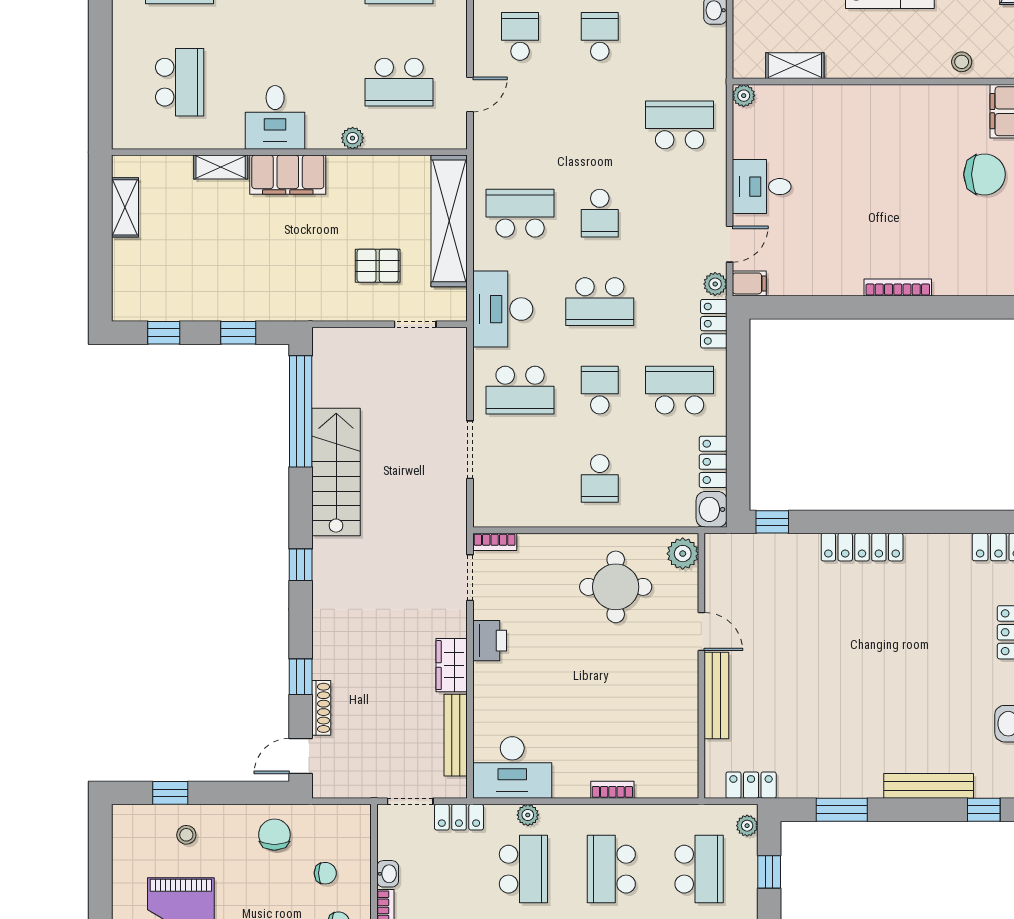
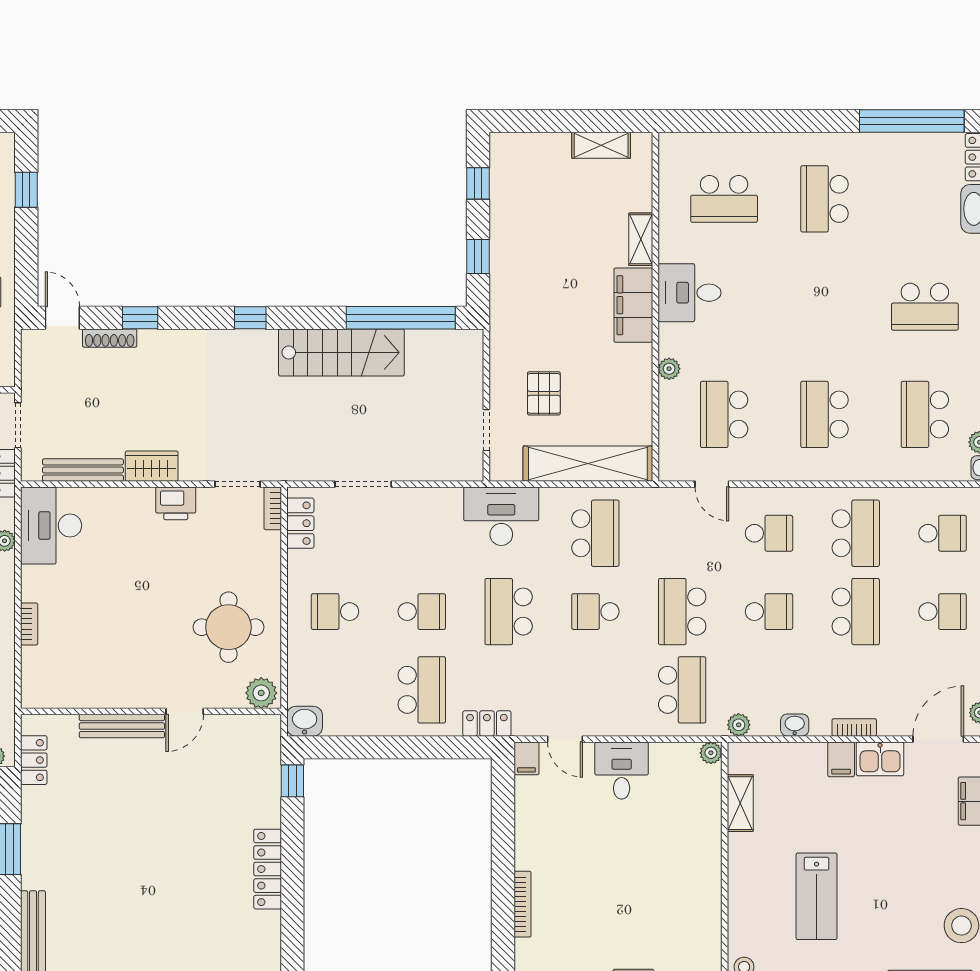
plant: (715, 284) -> (739, 725), moved
school desk: (520, 390) -> (682, 612), moved
locker: (713, 462) -> (300, 523), moved, turned 90

